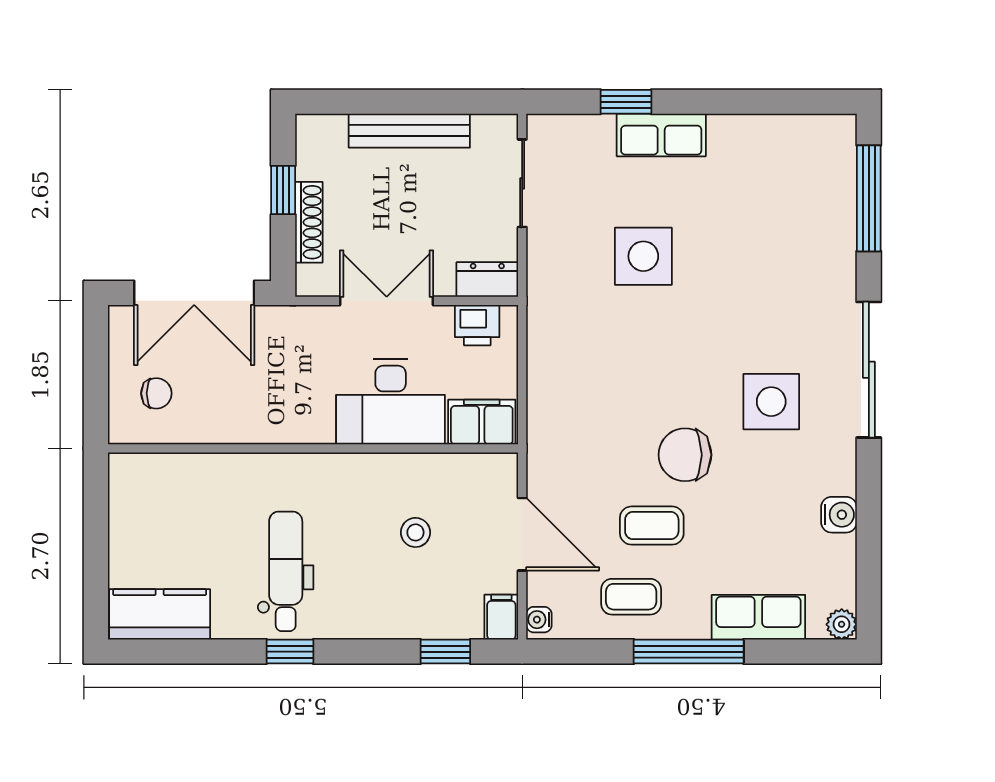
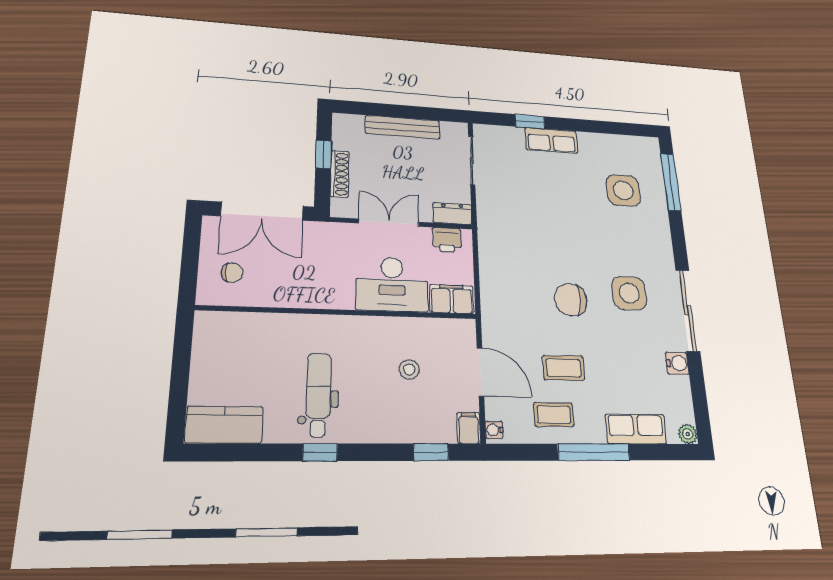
side table: (643, 256) -> (623, 190), moved
sliding door: (869, 370) -> (688, 310), moved
chair: (685, 455) -> (571, 300), moved

